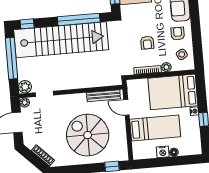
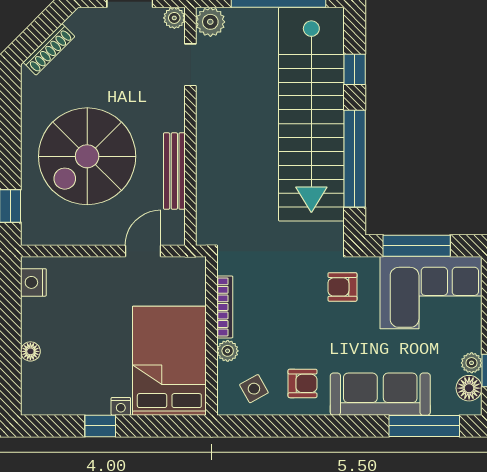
window: (27, 24) -> (355, 69), moved
armchair: (147, 43) -> (342, 287), moved
bench: (103, 96) -> (174, 171), moved
bed: (155, 128) -> (90, 313), removed
spiral stairs: (88, 135) -> (87, 156), turned 180
nightstand: (163, 152) -> (33, 282), moved

